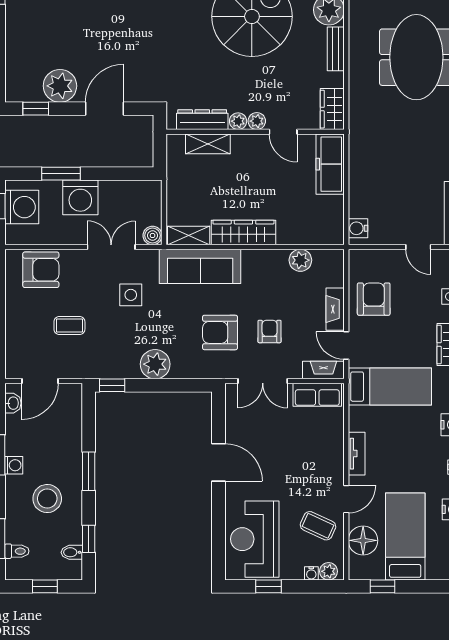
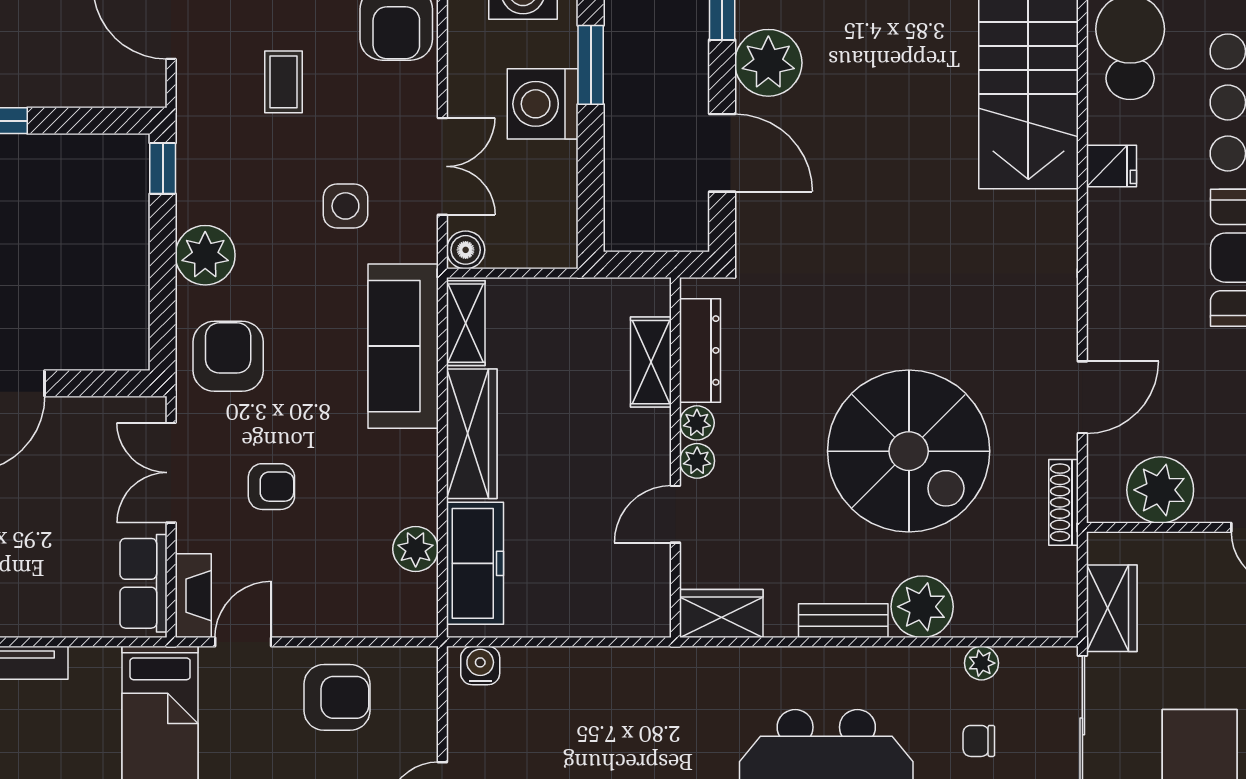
freezer: (330, 164) -> (475, 563), moved, turned 90
fireplace: (335, 309) -> (317, 619), removed
armchair: (220, 332) -> (228, 356), moved

